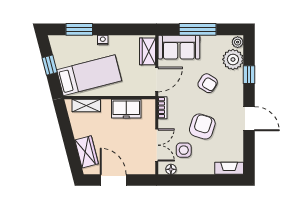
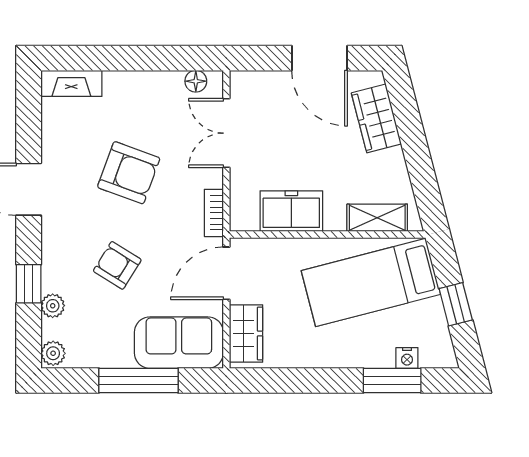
nightstand: (103, 40) -> (407, 358), moved
plant: (233, 59) -> (53, 306), width x0.53, depth x0.53
armchair: (202, 126) -> (129, 173), turned -88
side table: (184, 150) -> (168, 122), removed

